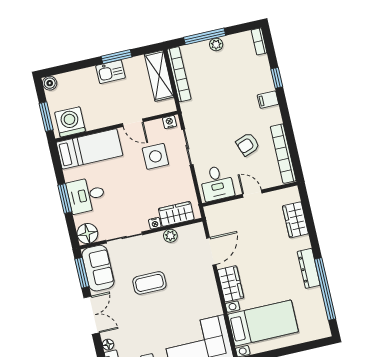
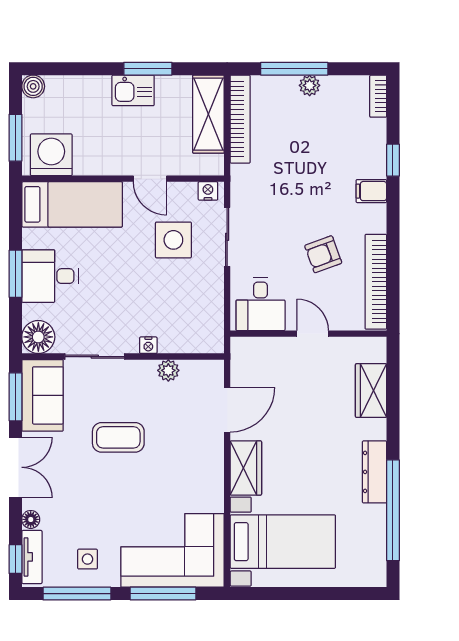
wardrobe: (176, 214) -> (185, 338), removed

